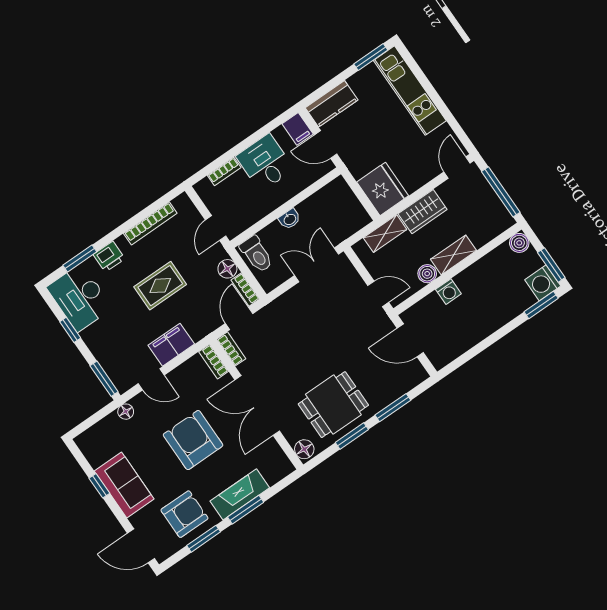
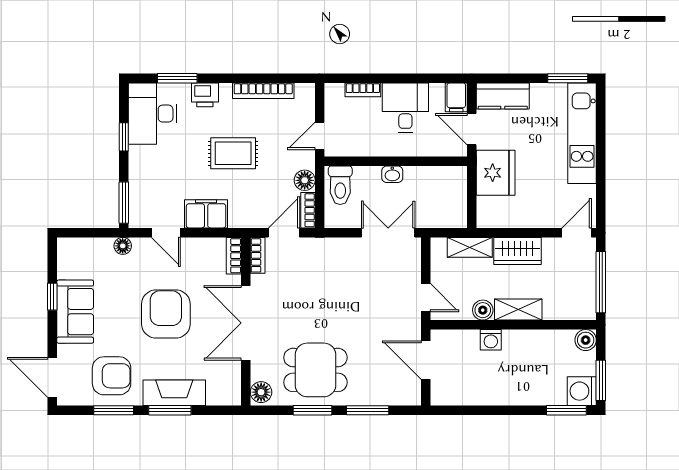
fridge: (383, 189) -> (496, 173), moved

